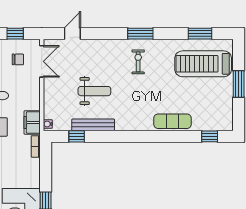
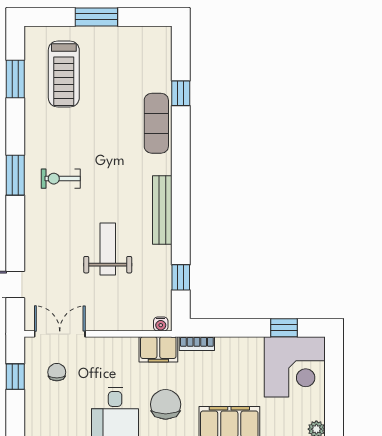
treadmill: (203, 64) -> (64, 74), width x0.73, depth x0.73
bench: (93, 125) -> (162, 210), moved
window: (210, 136) -> (181, 93), moved

